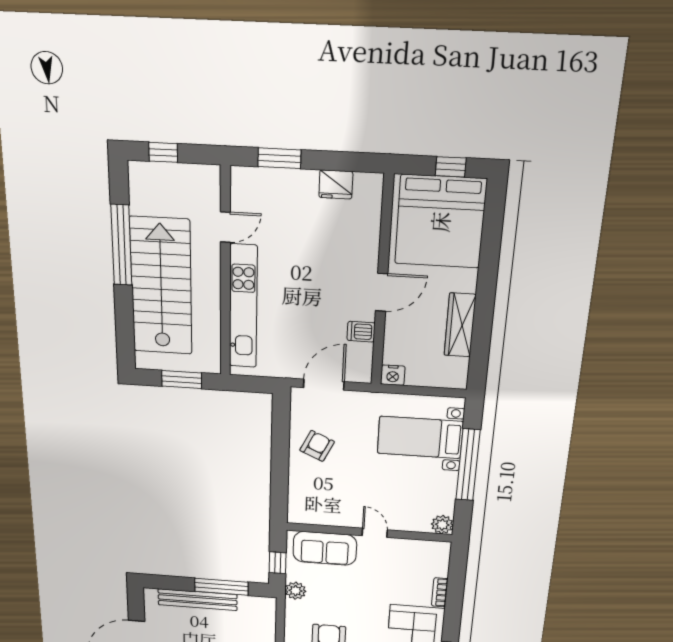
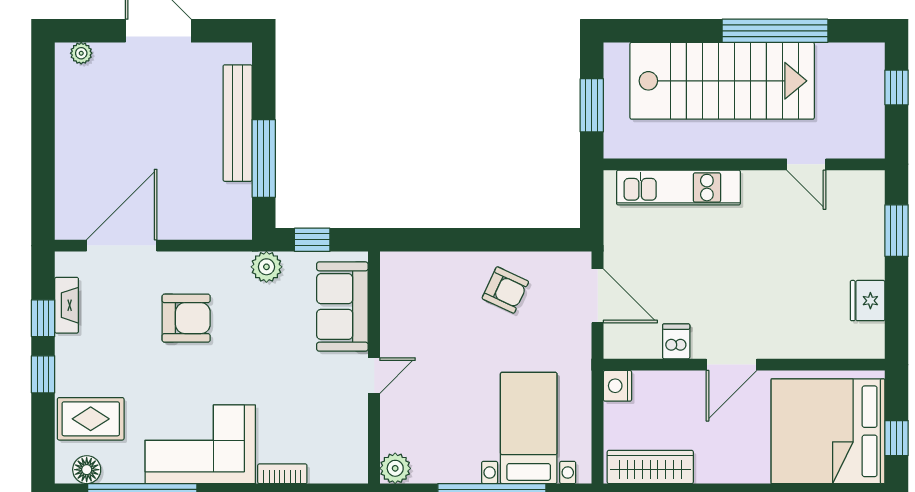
door: (382, 292) -> (731, 365), hinge flipped
kitchen unit: (243, 307) -> (678, 188), width x0.73
wardrobe: (460, 325) -> (650, 467), moved

